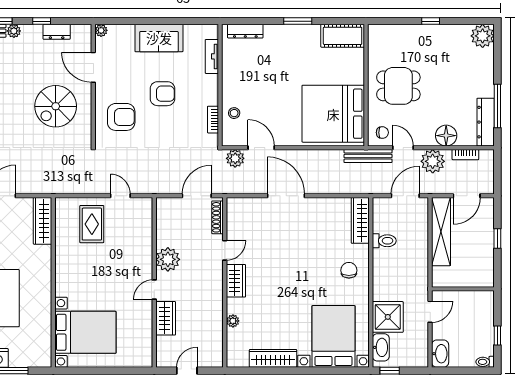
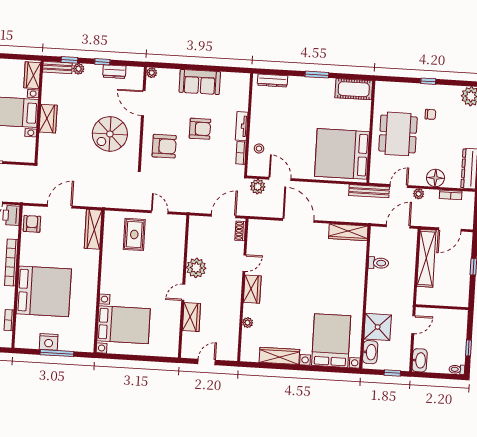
tv unit: (212, 56) -> (242, 126), moved
dining table: (398, 86) -> (398, 134), width x1.37
chair: (382, 133) -> (430, 114), moved
door: (403, 148) -> (399, 186), hinge flipped
plant: (433, 161) -> (419, 194), width x0.53, depth x0.53
shoe rack: (218, 217) -> (240, 231), width x0.70
wardrobe: (360, 220) -> (348, 232), moved, turned -90
chair: (349, 270) -> (347, 286), removed
window: (390, 371) -> (392, 373), moved

